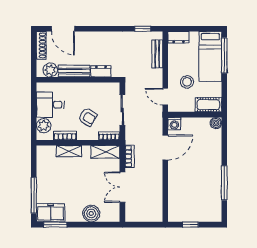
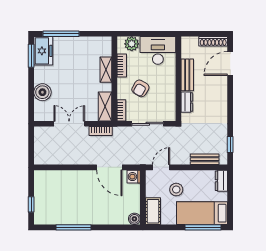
plant: (50, 70) -> (188, 51), removed
desk: (50, 105) -> (158, 50), width x1.37
window: (190, 225) -> (31, 204), moved

